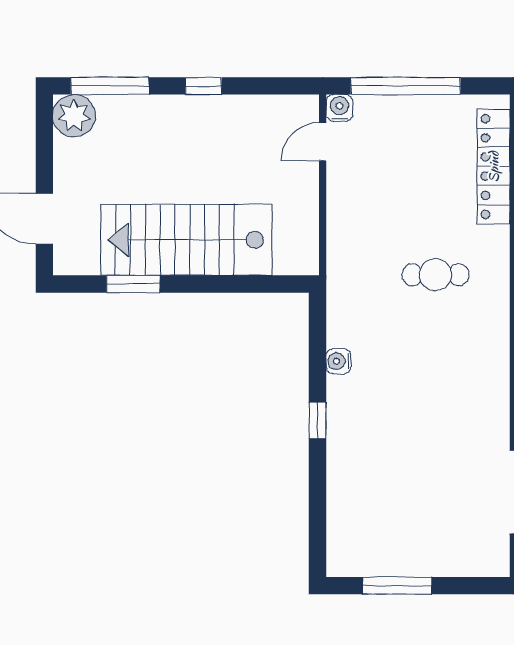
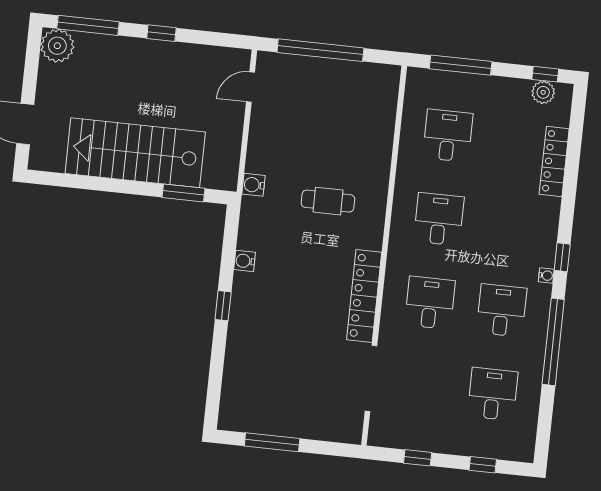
water cooler: (339, 108) -> (253, 185), moved, turned -90
locker: (494, 167) -> (364, 296), moved
window: (133, 284) -> (184, 193), moved

